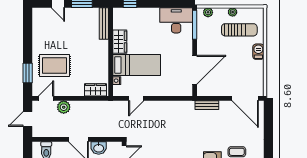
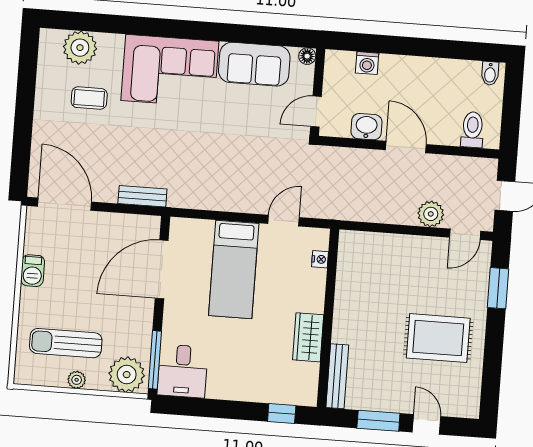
plant: (208, 12) -> (127, 375), width x1.87, depth x1.87
desk: (176, 20) -> (182, 371), width x0.73
barbecue: (258, 52) -> (33, 271), moved
bed: (137, 65) -> (234, 269), moved, turned -90
rug: (54, 66) -> (438, 338), moved
wardrobe: (96, 90) -> (364, 244), removed

